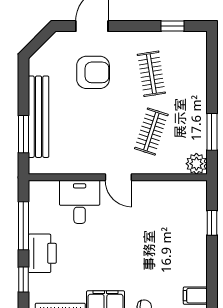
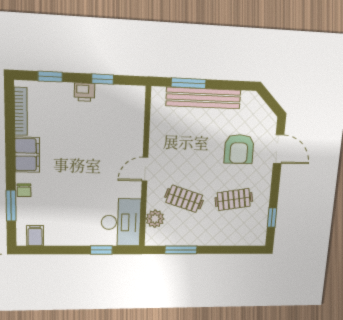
plant: (196, 164) -> (155, 219), moved
desk: (80, 202) -> (121, 222), moved, width x1.37
window: (23, 226) -> (103, 79), width x0.46
printer: (42, 253) -> (84, 92), width x0.53, depth x0.68

